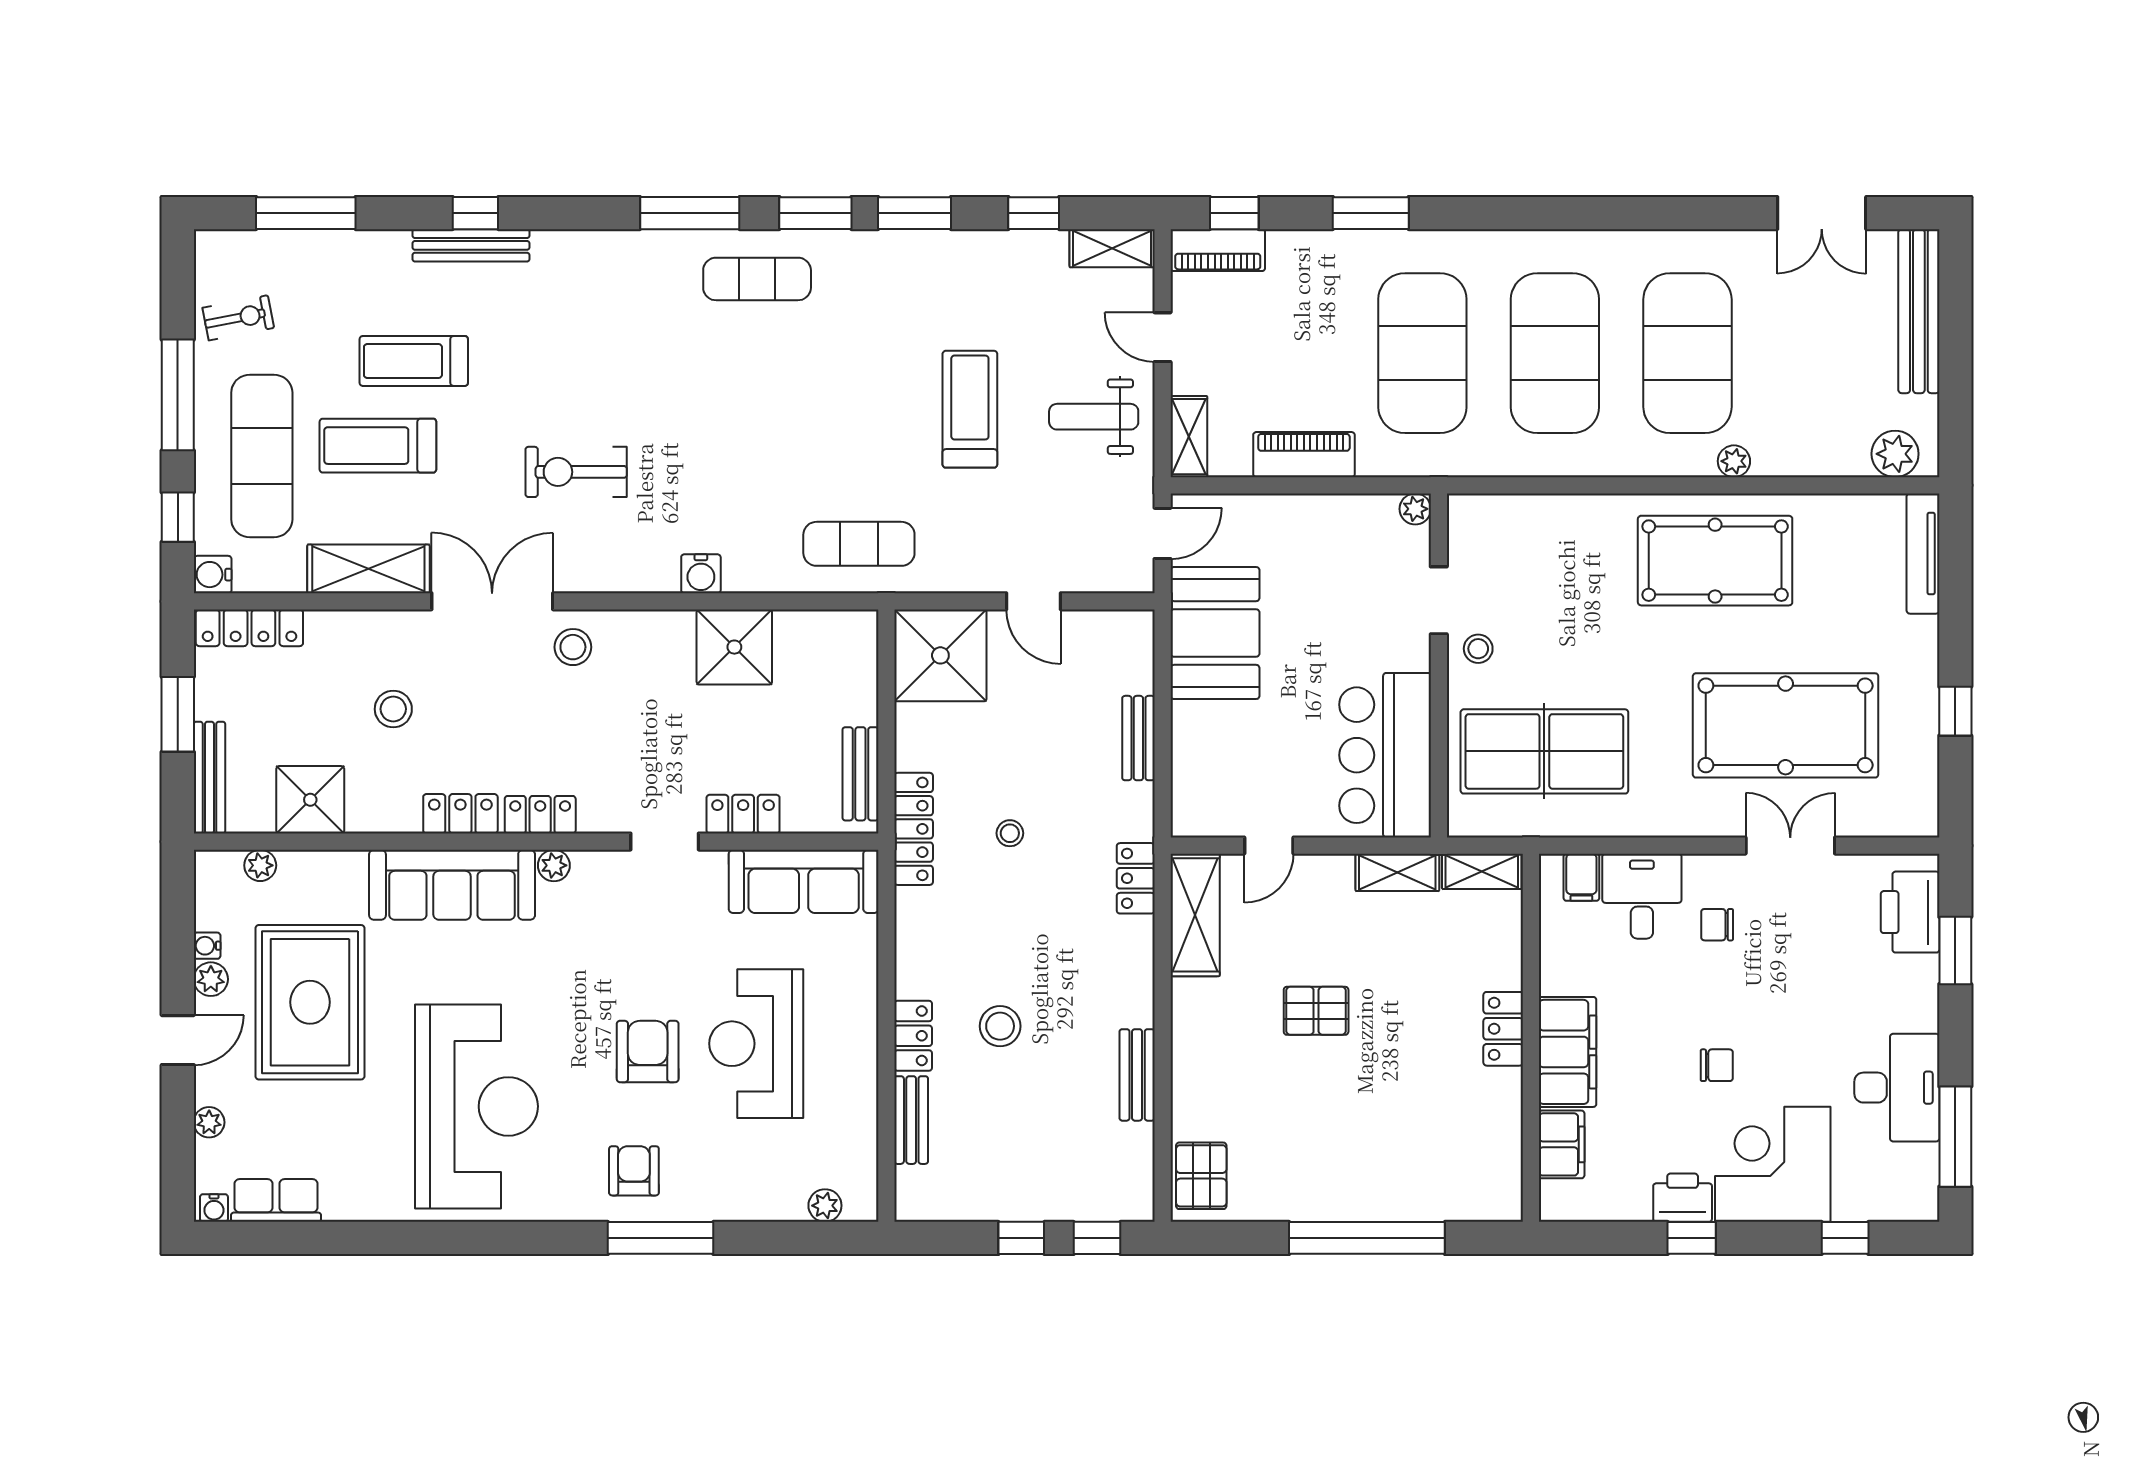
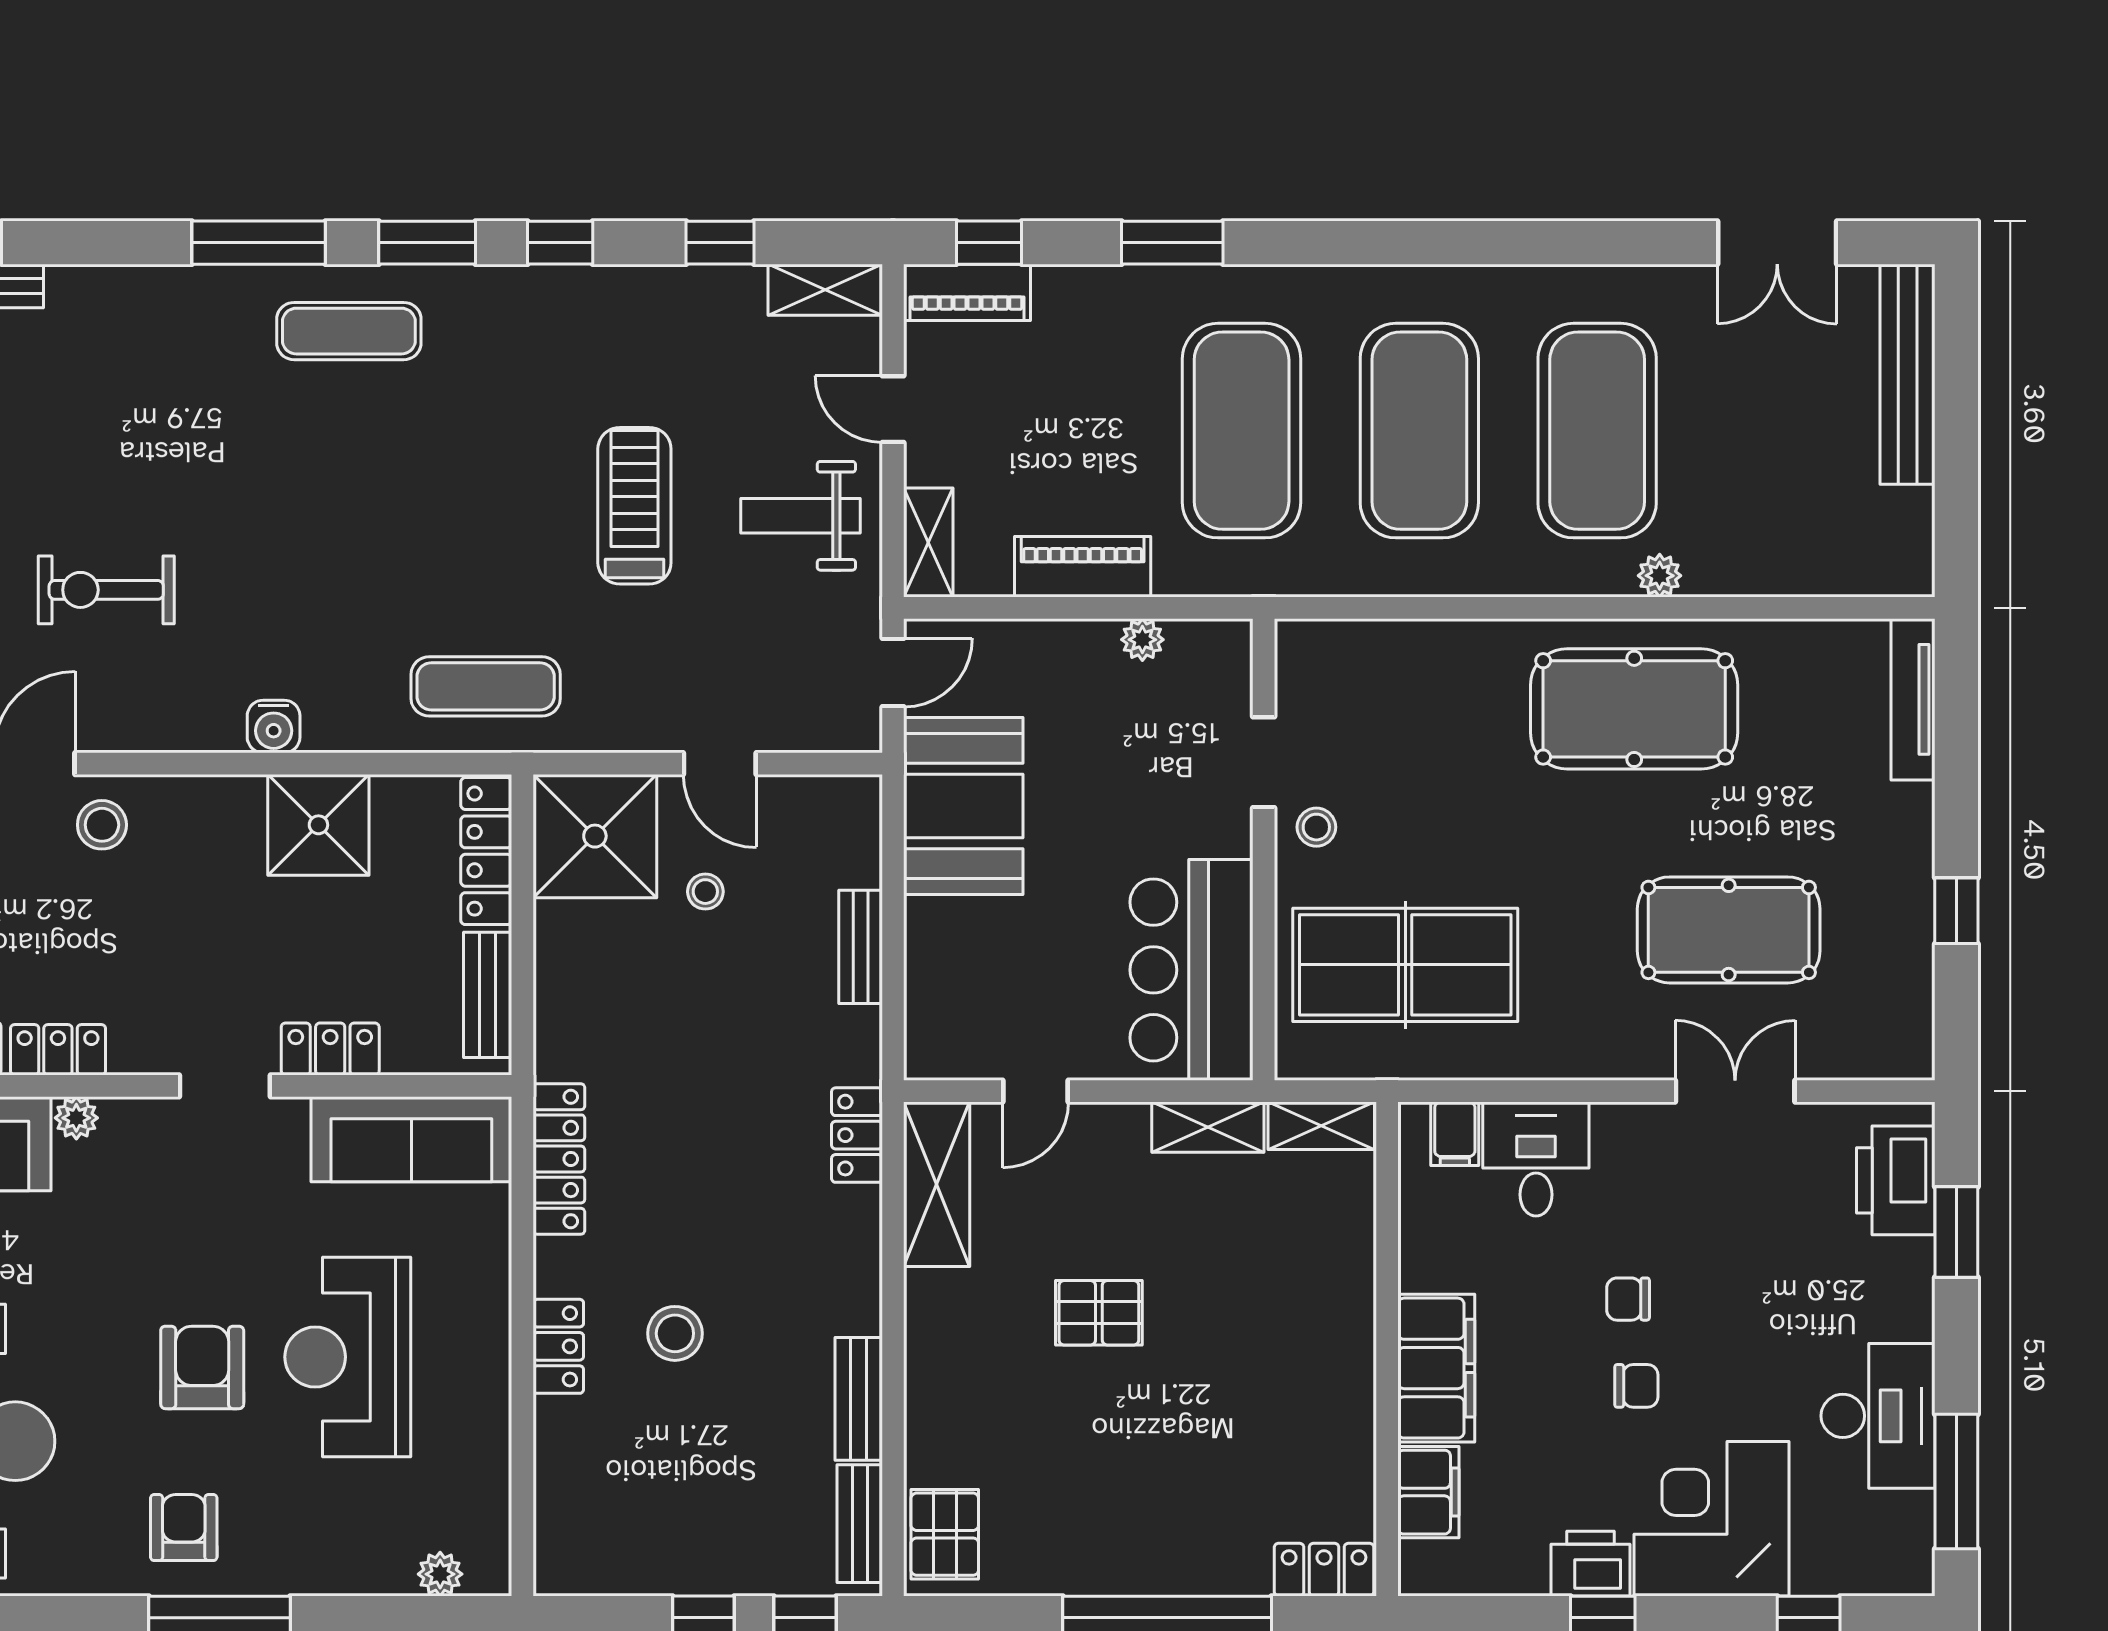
window: (915, 213) -> (560, 243), width x0.67
plant: (1895, 454) -> (1876, 566), removed
plant: (1415, 509) -> (1142, 640), moved
locker: (859, 667) -> (486, 851), added
pool table: (1786, 725) -> (1729, 930), width x0.73, depth x0.76
locker: (914, 829) -> (559, 1159), moved
stool: (1010, 833) -> (705, 892), moved
chair: (1717, 925) -> (1628, 1299), moved
locker: (1503, 1029) -> (1324, 1570), moved, turned 90
bench: (911, 1120) -> (860, 1524), moved

